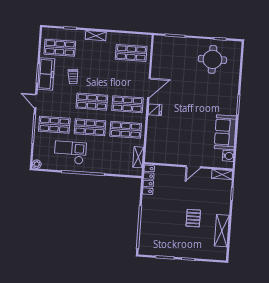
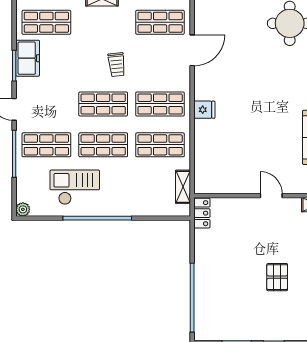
freezer: (46, 74) -> (28, 58), width x0.71
trolley: (73, 77) -> (117, 65), moved
door: (149, 88) -> (192, 50), moved
door: (193, 167) -> (271, 196), swing flipped
locker: (149, 180) -> (202, 213), width x0.66

